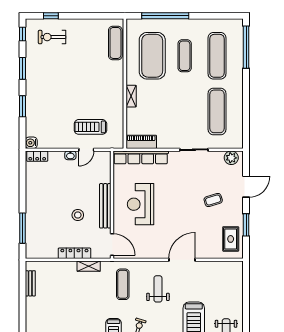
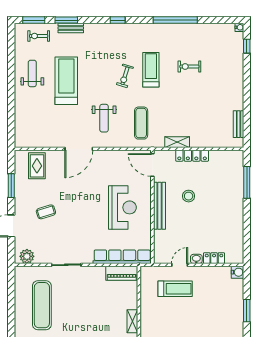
locker: (37, 156) -> (214, 258), moved
rug: (231, 239) -> (37, 166), moved

